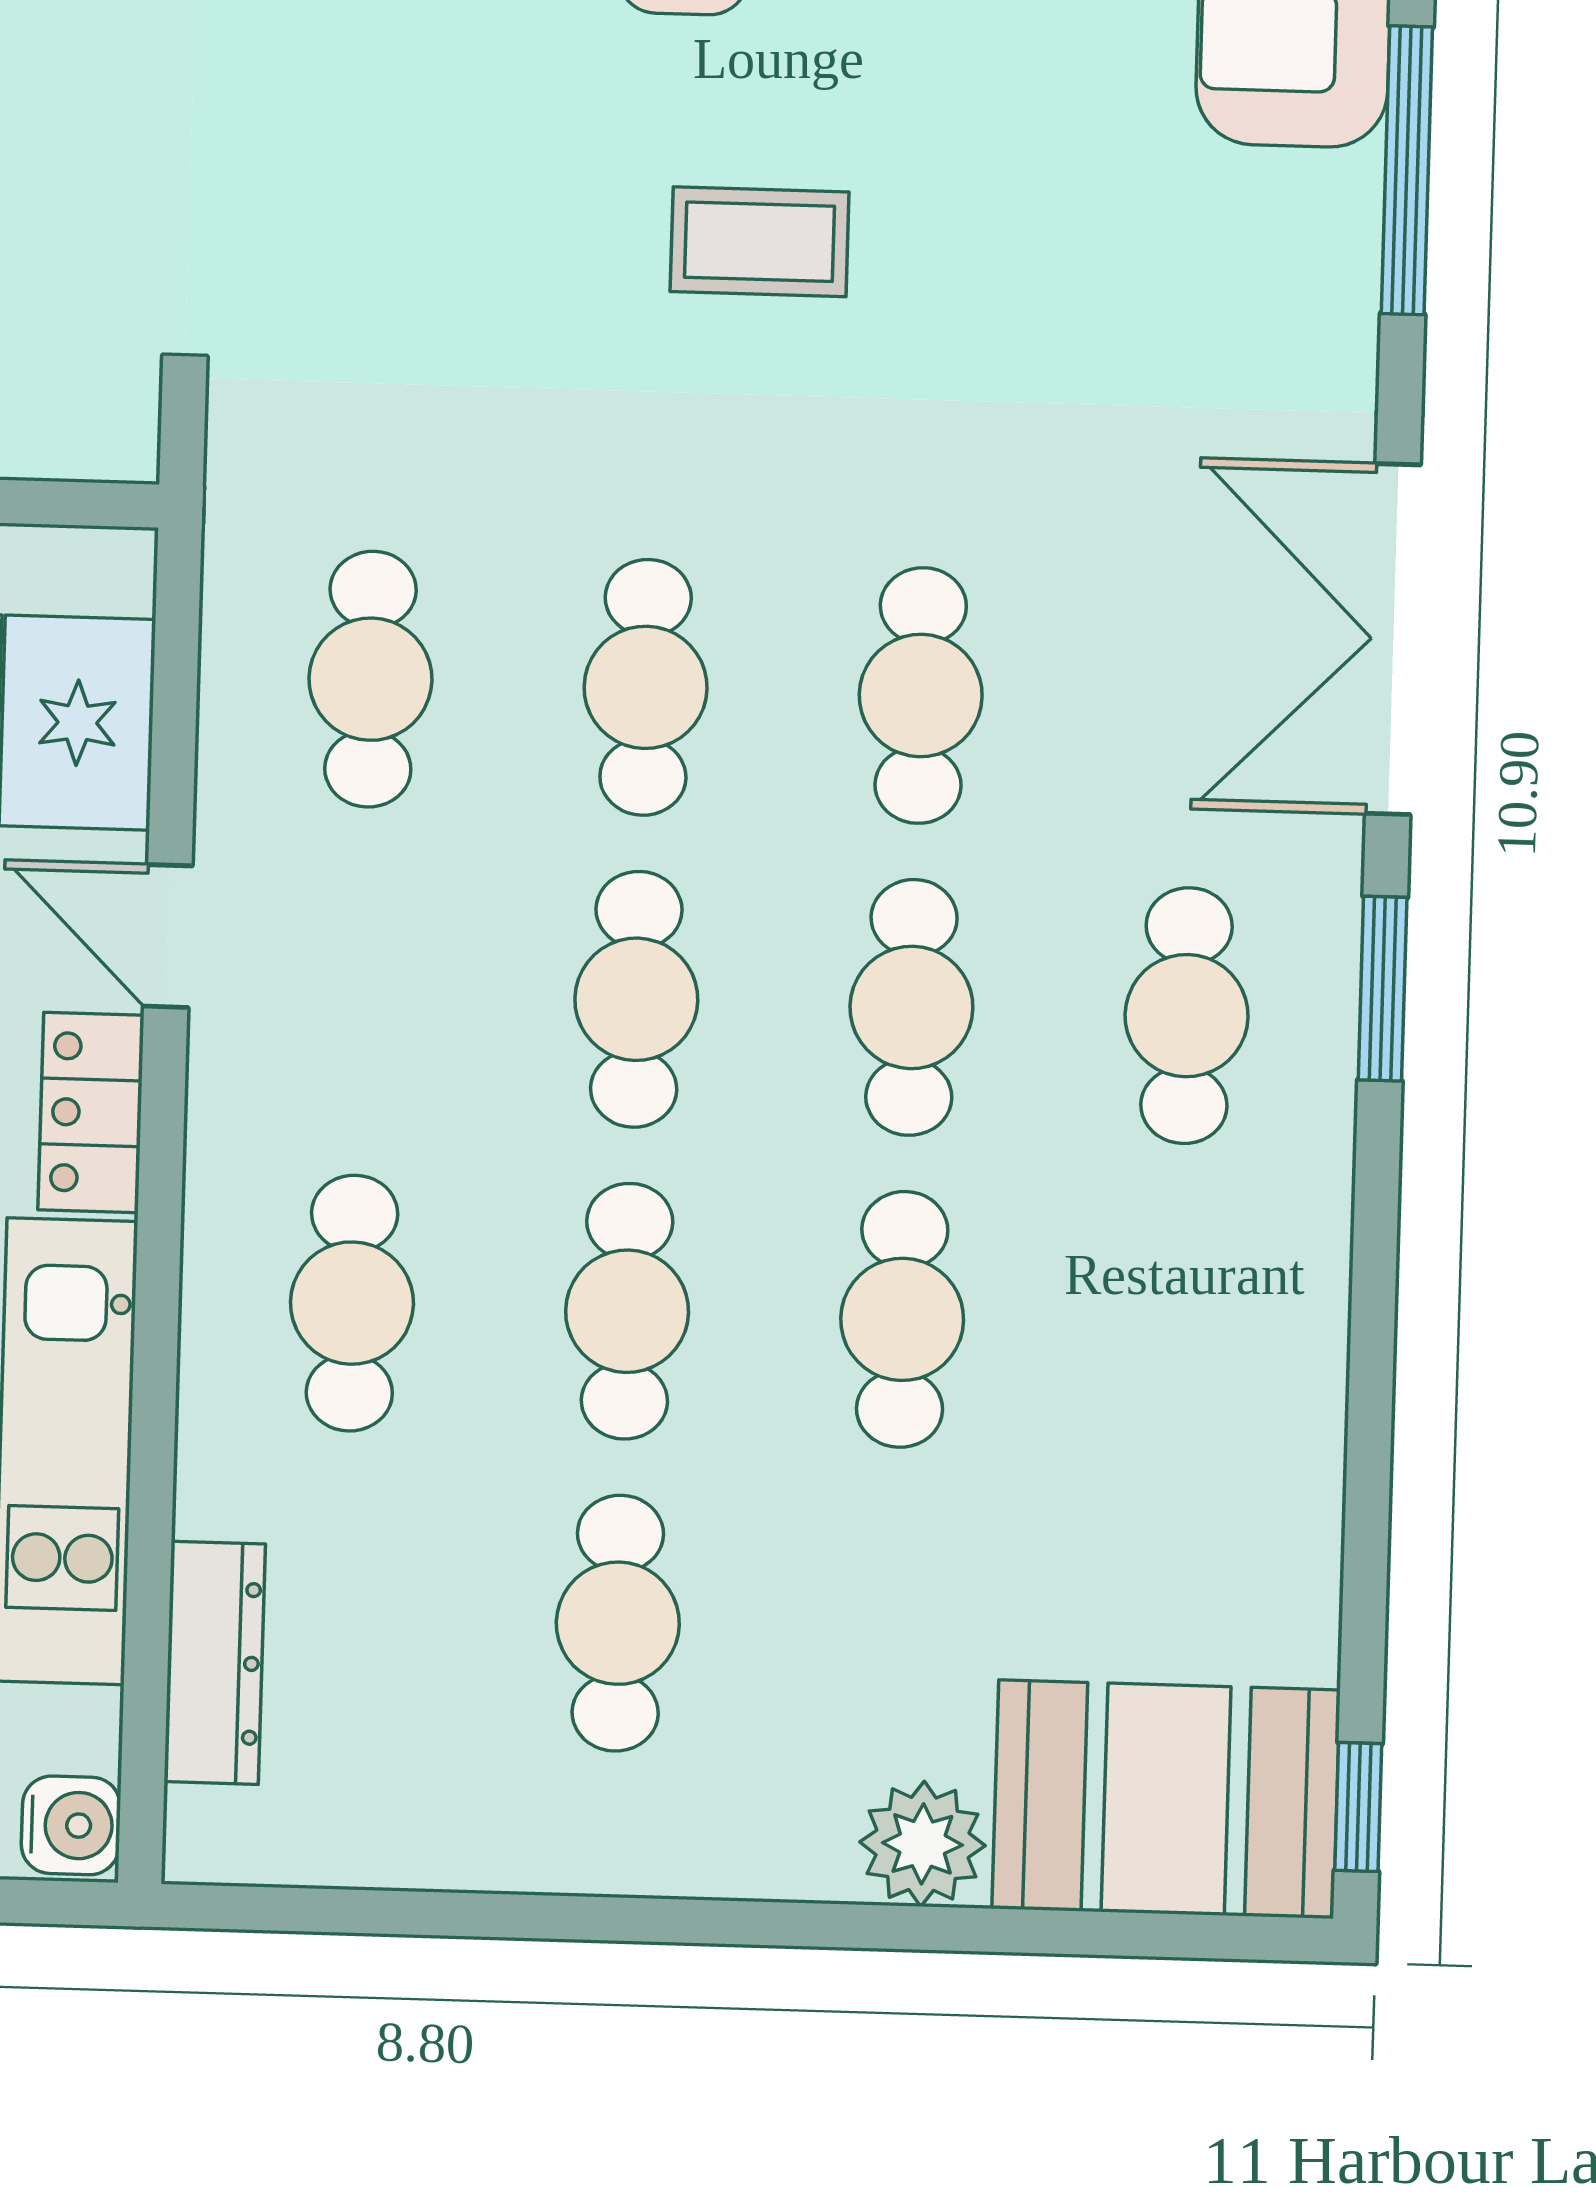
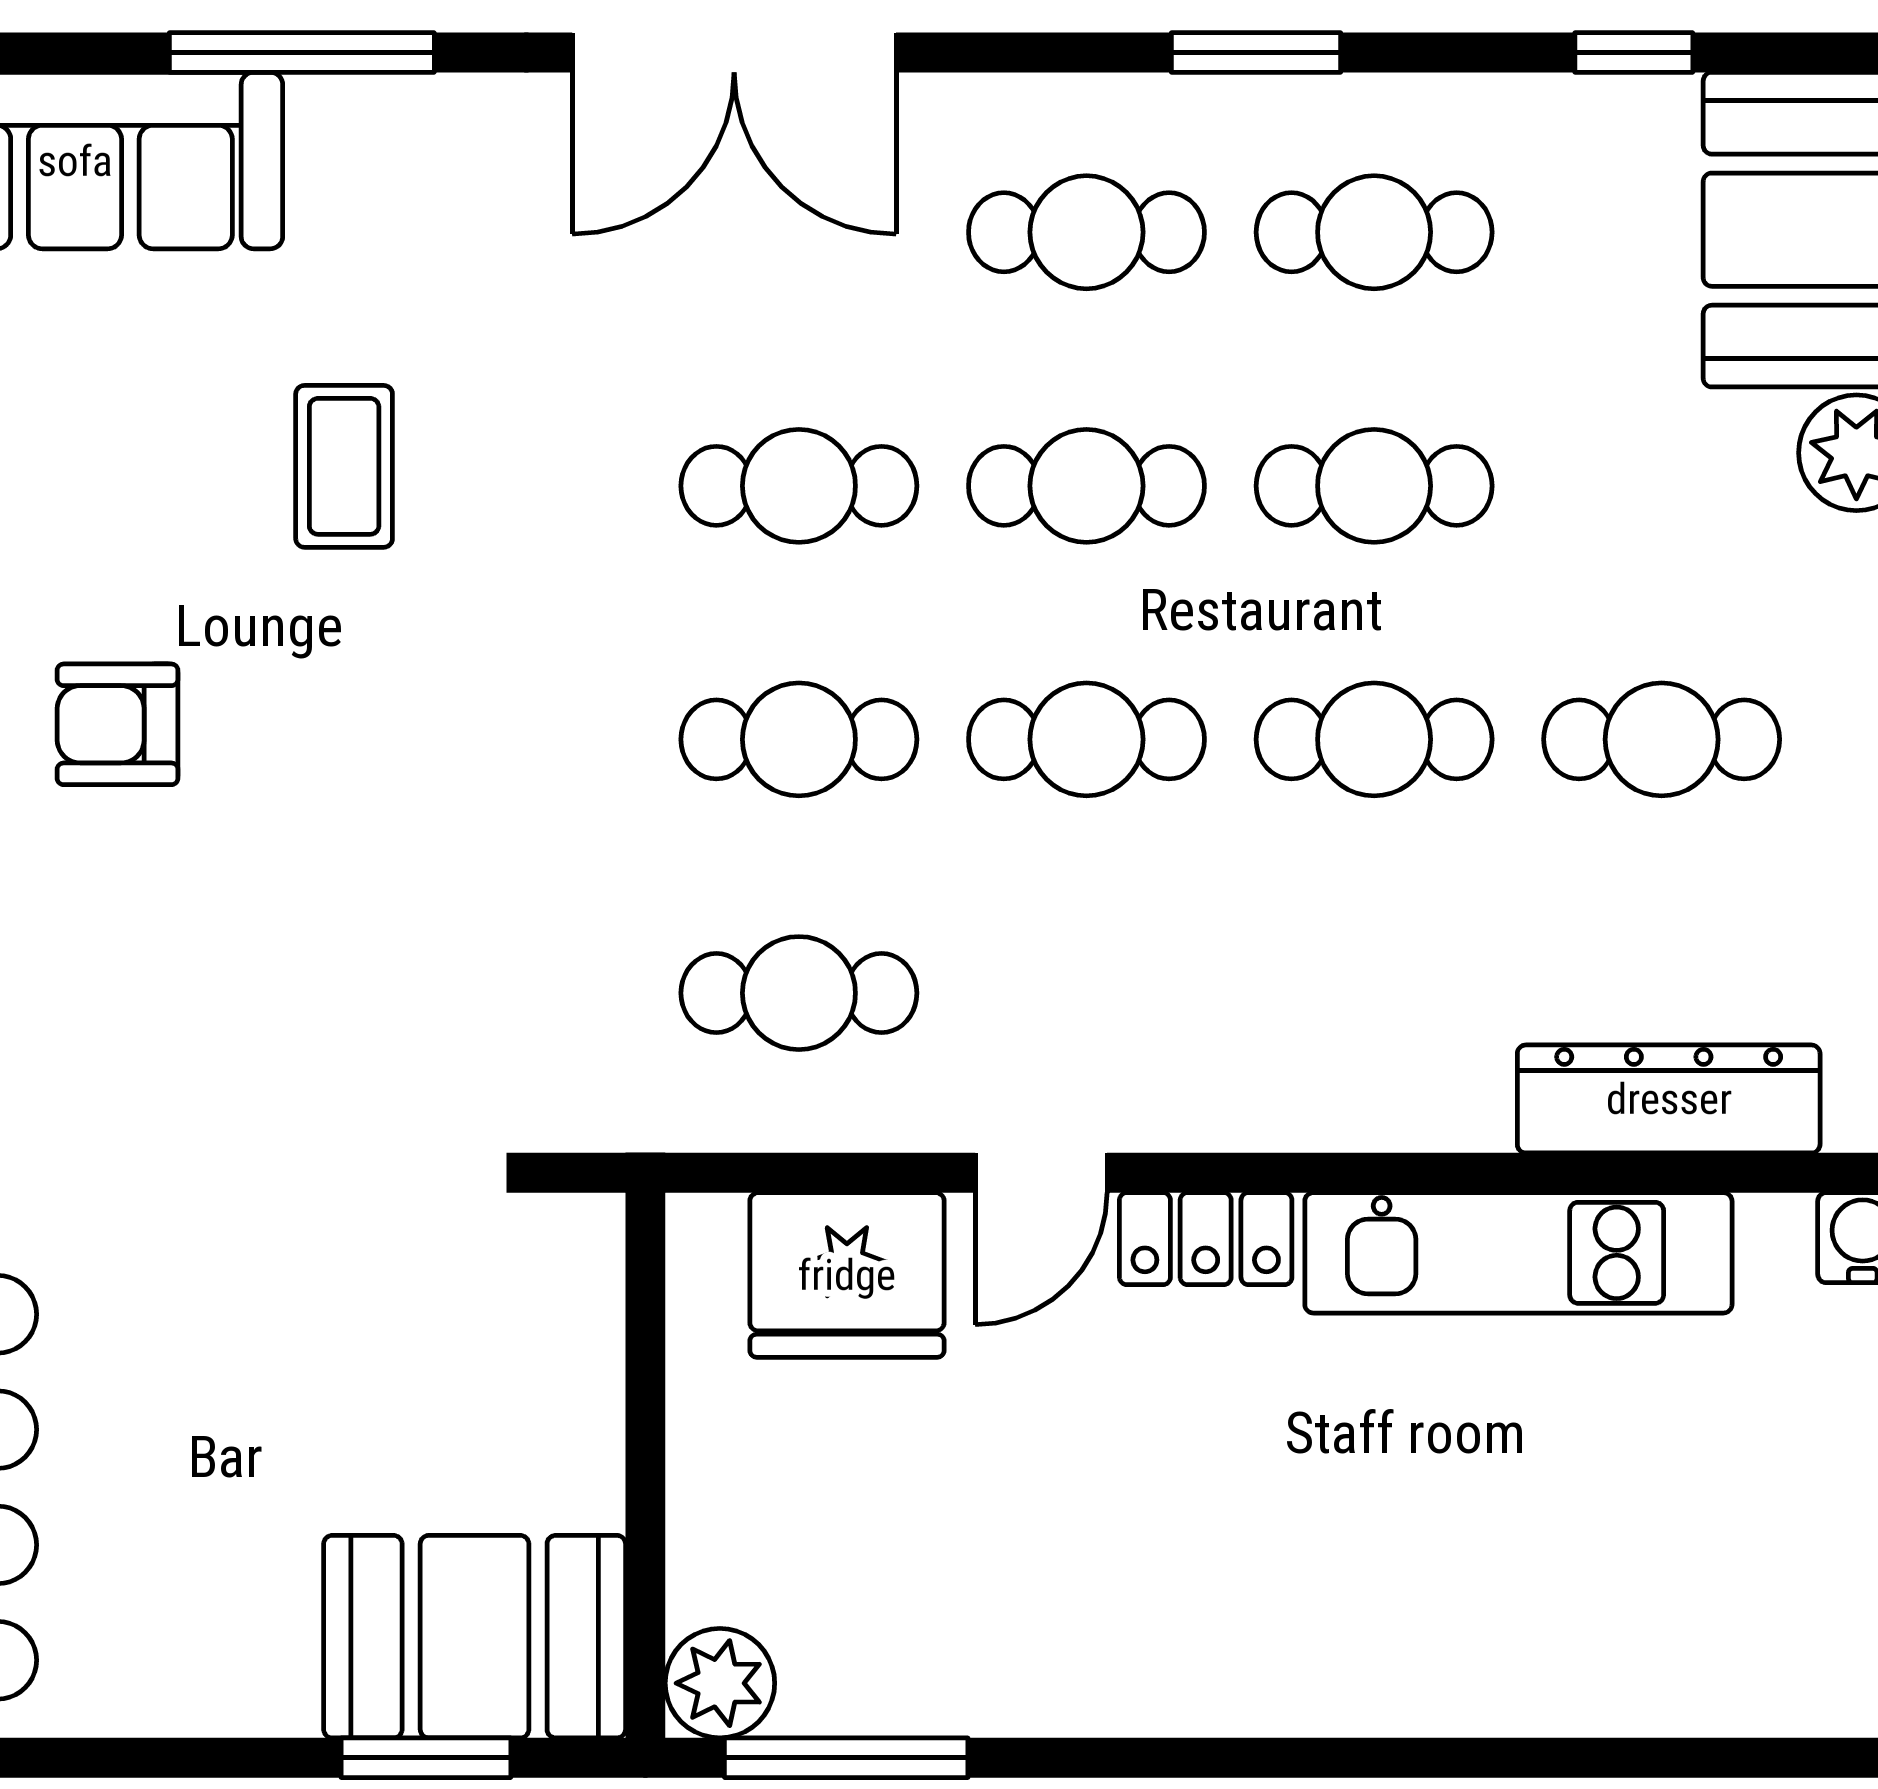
coffee table: (760, 242) -> (344, 466), moved
window: (1383, 989) -> (1256, 52), moved
cafe table: (352, 1303) -> (1374, 232), moved
dresser: (215, 1663) -> (1669, 1099), width x1.37, depth x1.24
window: (1358, 1807) -> (1634, 52), moved

